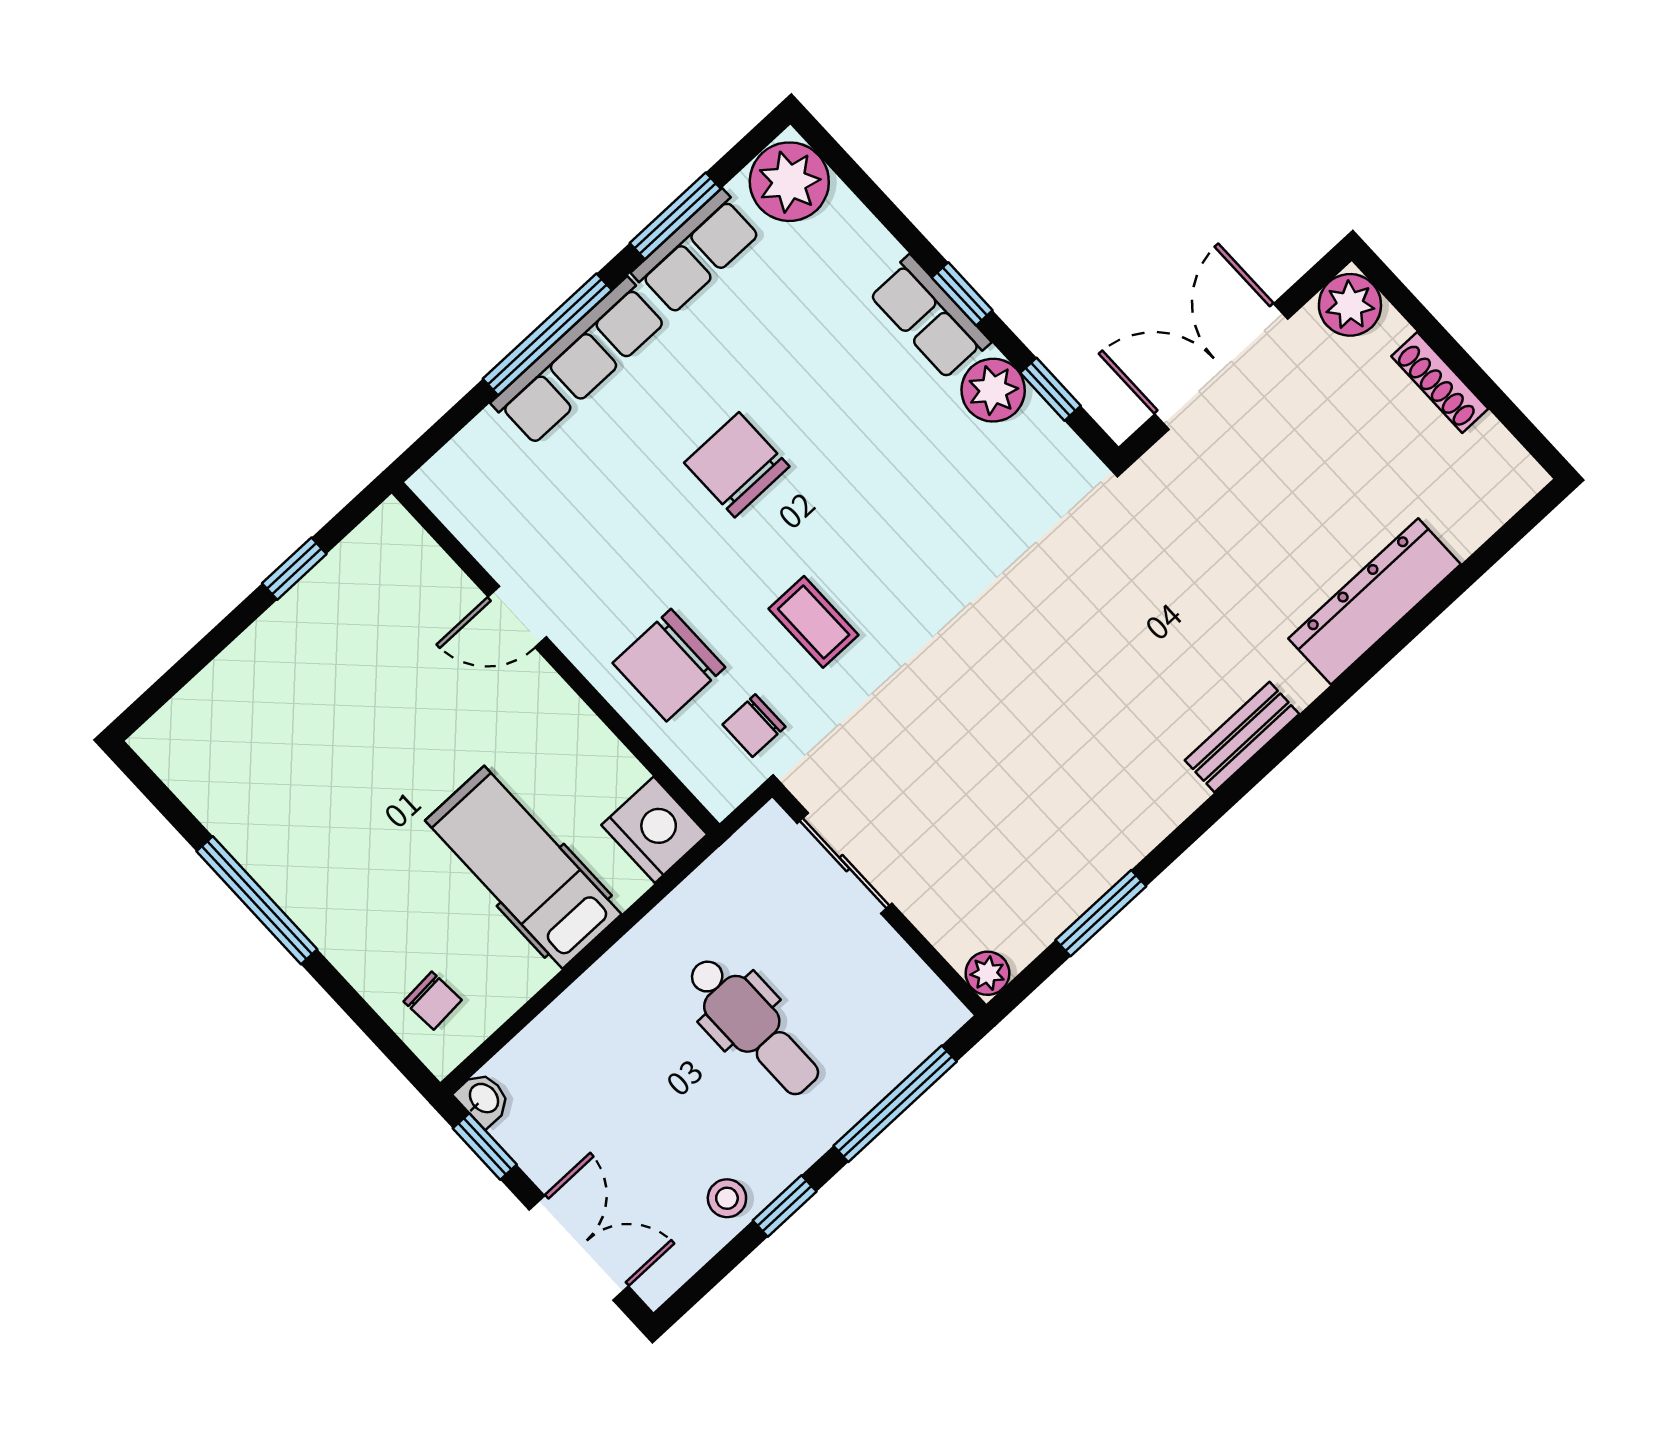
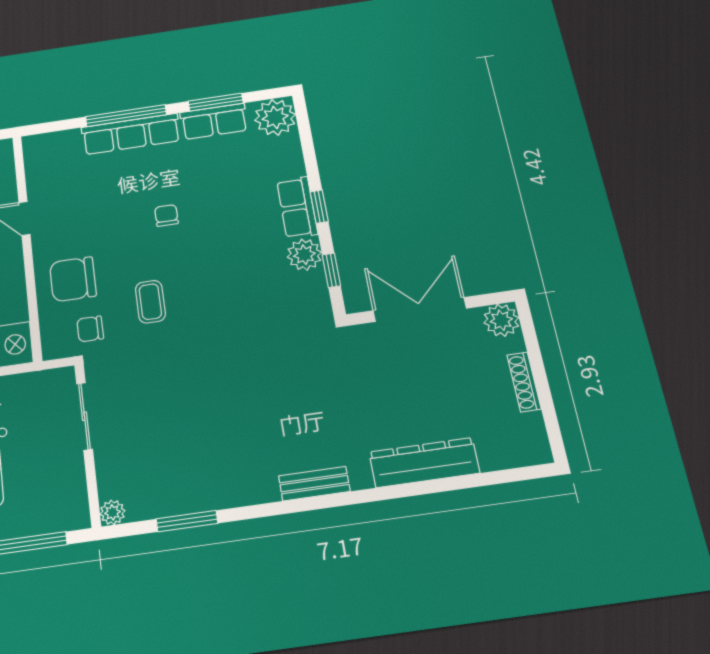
chair: (737, 465) -> (166, 215), width x0.54, depth x0.54

